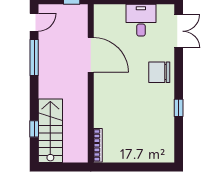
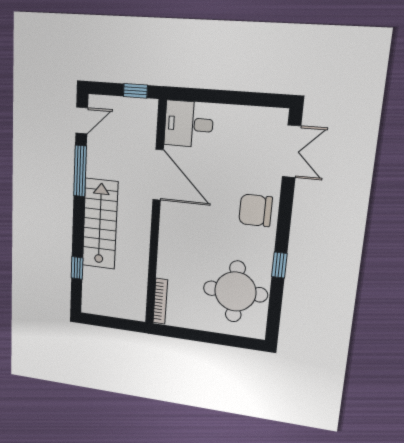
desk: (141, 20) -> (189, 124), moved, turned -90
stairs: (50, 131) -> (100, 224), moved
round table: (151, 131) -> (235, 291), added

